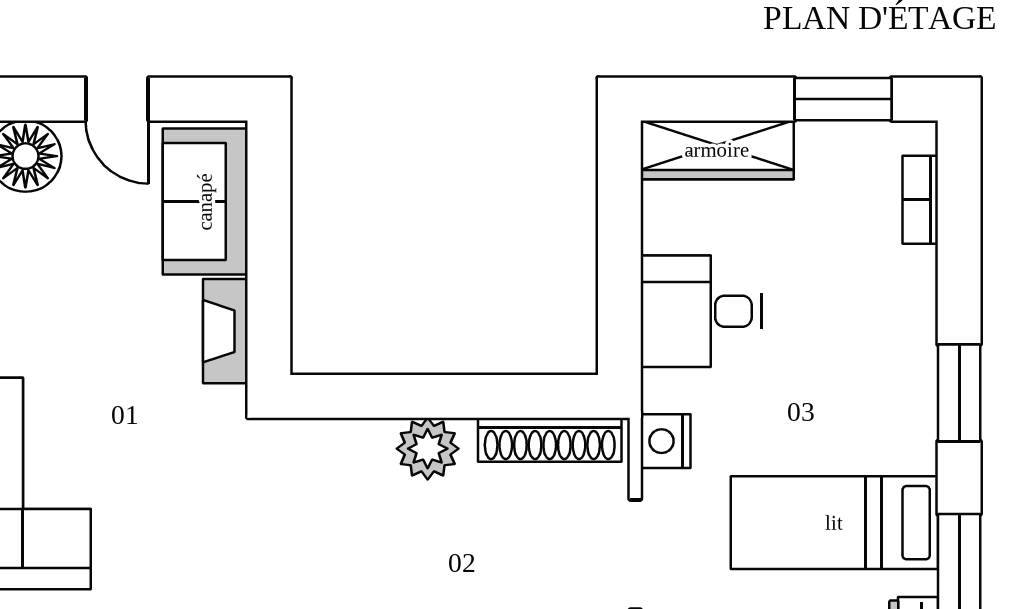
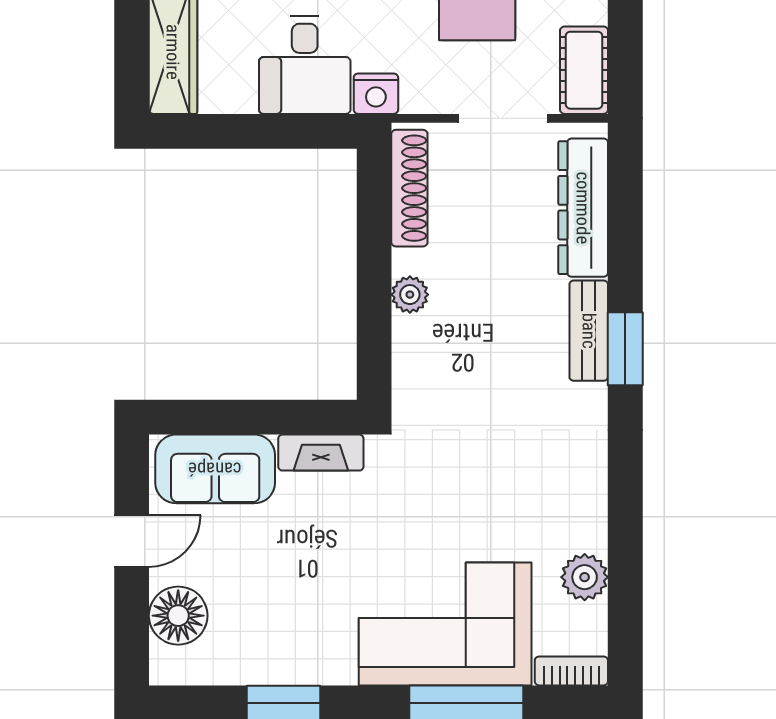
nightstand: (666, 441) -> (376, 94), moved
plant: (428, 449) -> (410, 295), width x0.73, depth x0.73

